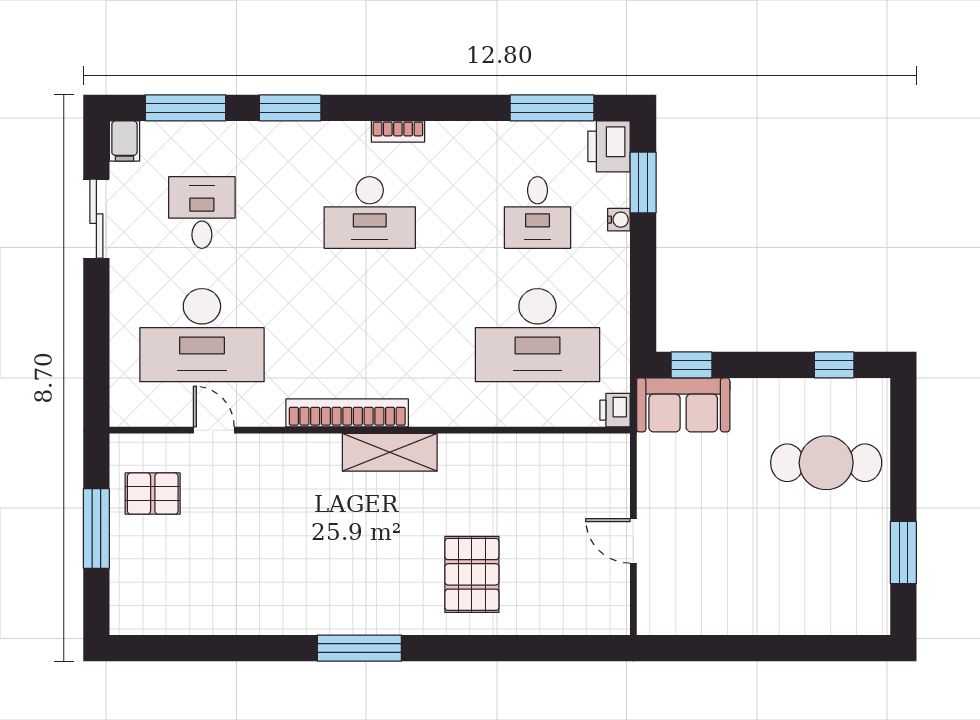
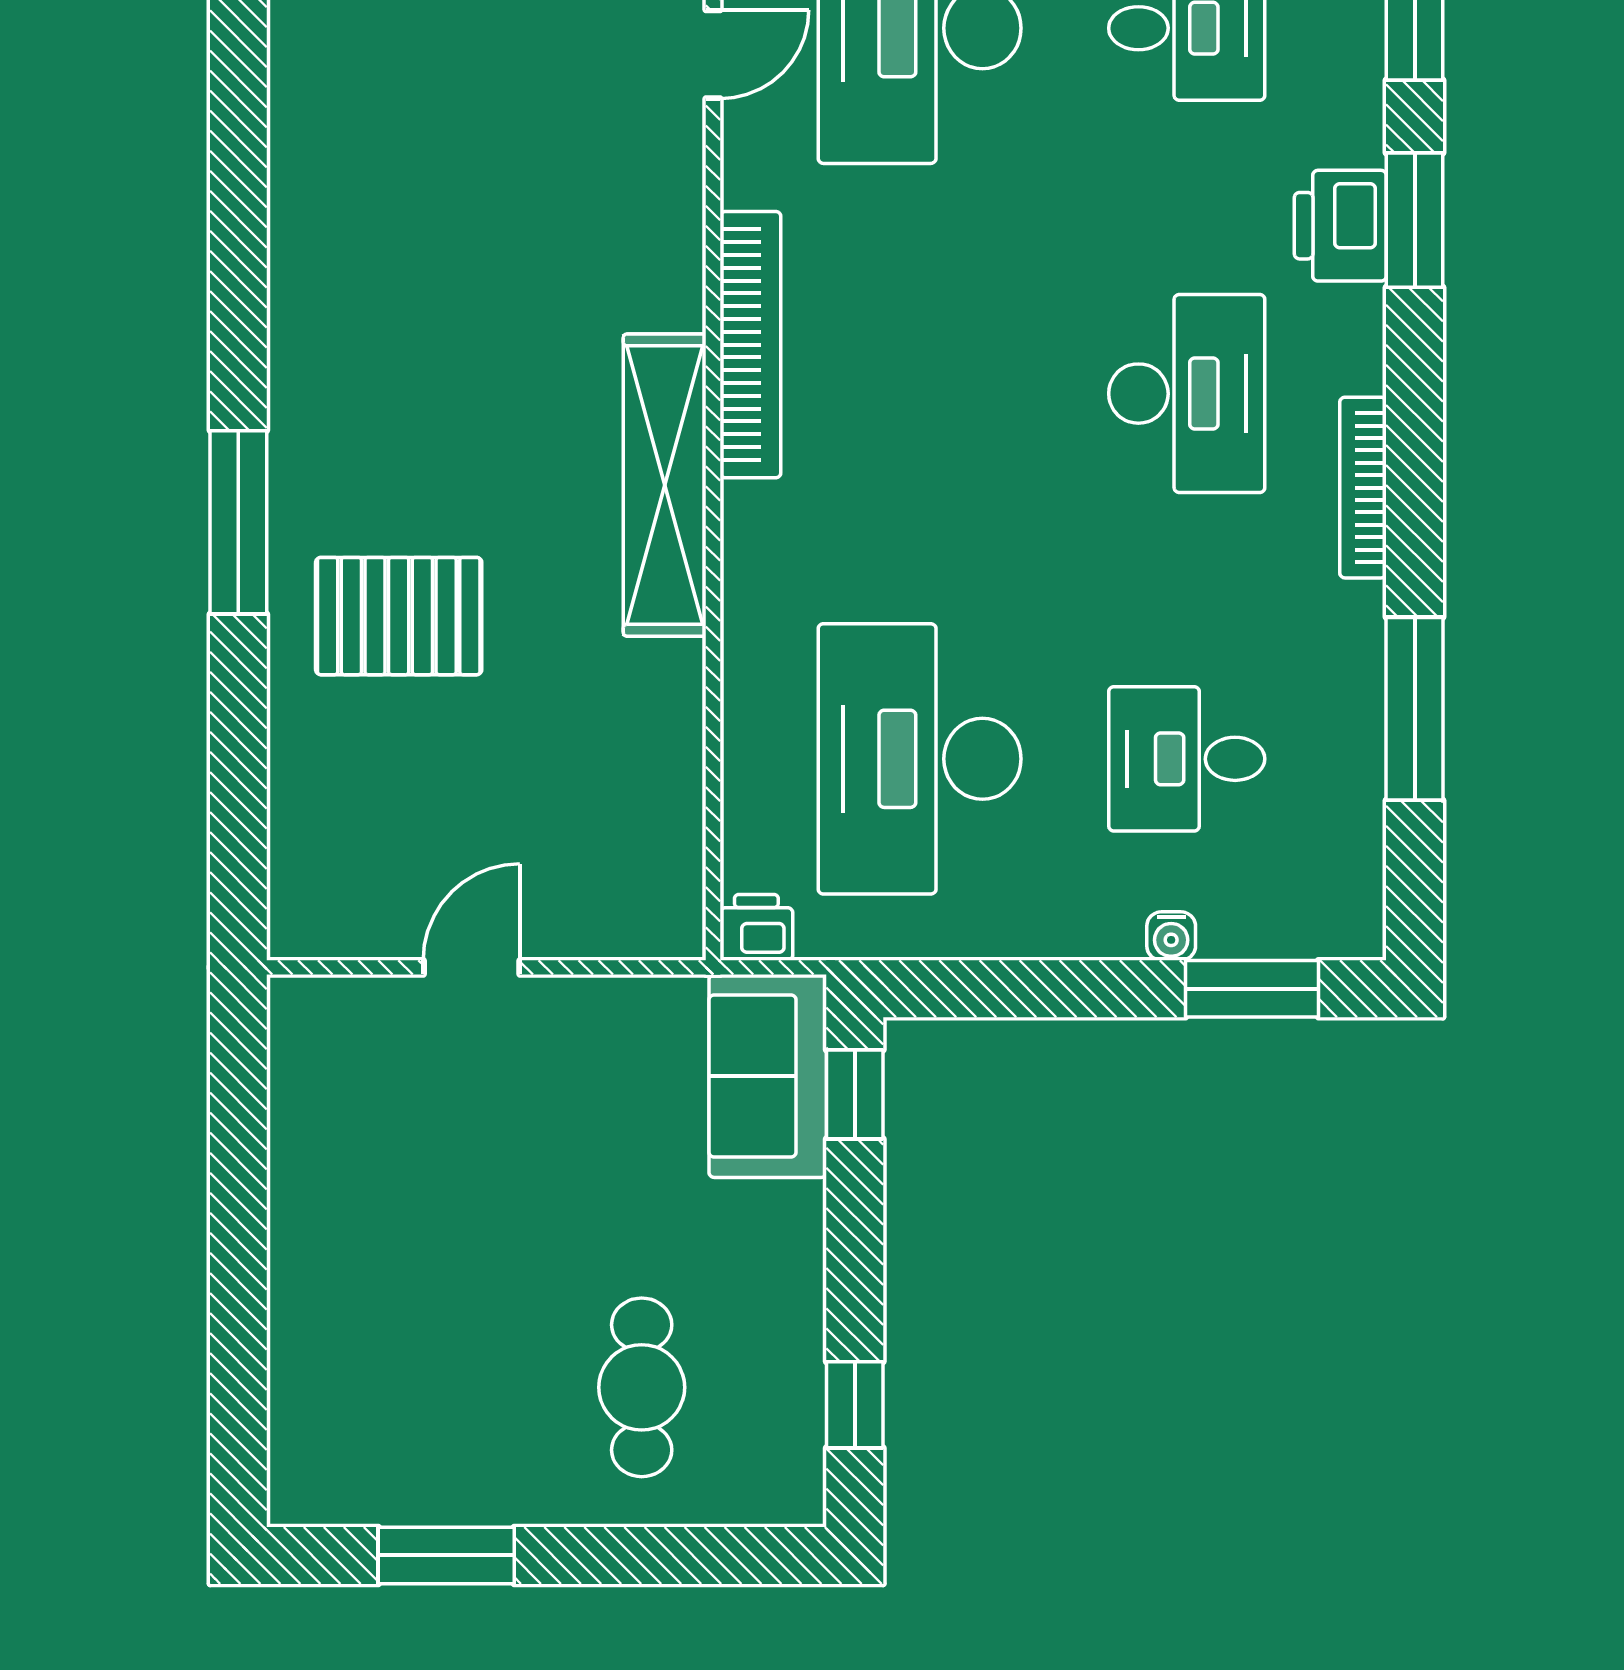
window: (552, 108) -> (1415, 709), moved
bookcase: (398, 132) -> (1363, 488), width x1.56
printer: (609, 146) -> (1340, 226), moved, turned -90
desk: (370, 212) -> (1187, 394), turned 180
shelving: (390, 452) -> (665, 485), width x1.47
cafe table: (826, 463) -> (642, 1387), width x0.73, depth x0.74
window: (359, 648) -> (238, 522), moved

